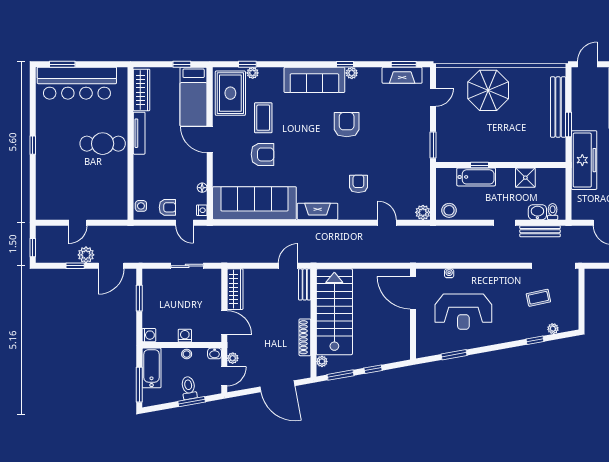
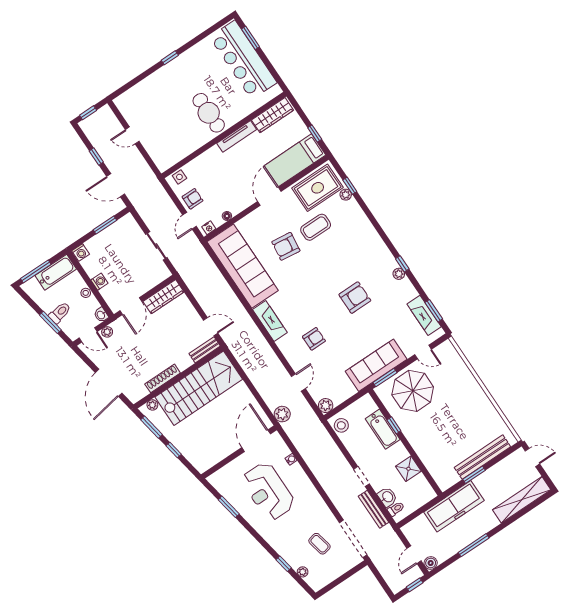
sofa: (314, 80) -> (376, 365), moved, turned 90
parasol: (488, 90) -> (413, 391), moved
armchair: (262, 154) -> (286, 246), turned 97
armchair: (167, 207) -> (193, 199), turned -90
plant: (86, 255) -> (282, 414), moved

